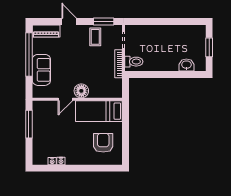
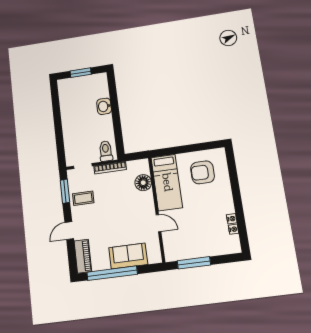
washbasin: (186, 65) -> (104, 106), moved
floor lamp: (81, 91) -> (143, 183), moved

